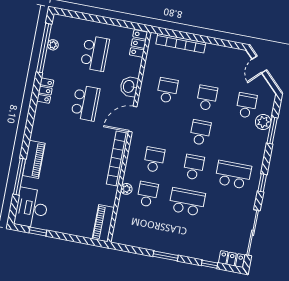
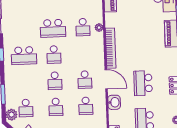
door: (133, 119) -> (106, 79), hinge flipped
plant: (263, 122) -> (12, 115), moved
school desk: (154, 160) -> (85, 80), moved

